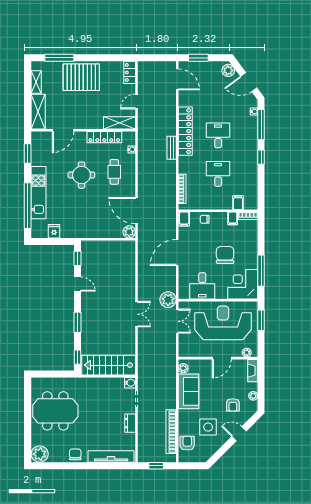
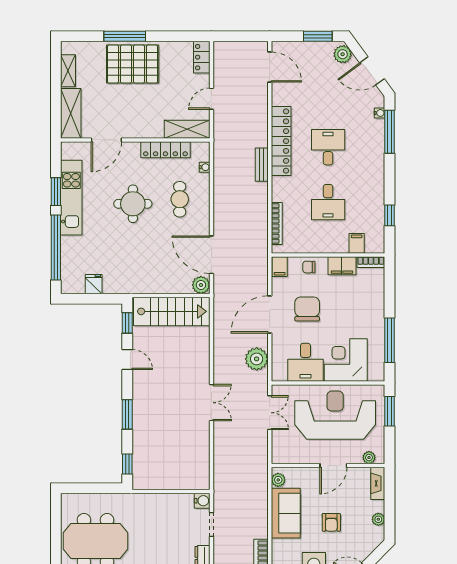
window: (59, 58) -> (125, 36), moved
window: (198, 58) -> (318, 36), moved
window: (28, 154) -> (56, 192), moved
window: (261, 157) -> (390, 215), moved
desk: (218, 174) -> (328, 202), turned 180
kitchen unit: (38, 193) -> (71, 198), moved
filing cabinet: (233, 218) -> (342, 266), width x2.00
chair: (225, 255) -> (307, 309), moved
corner desk: (243, 284) -> (346, 360), moved
plant: (168, 300) -> (257, 359), moved
stairs: (109, 365) -> (172, 311), moved, turned 180
armchair: (233, 405) -> (331, 522), moved

